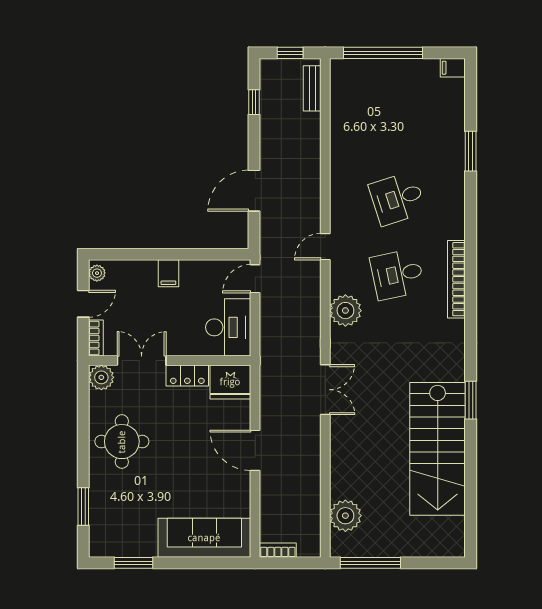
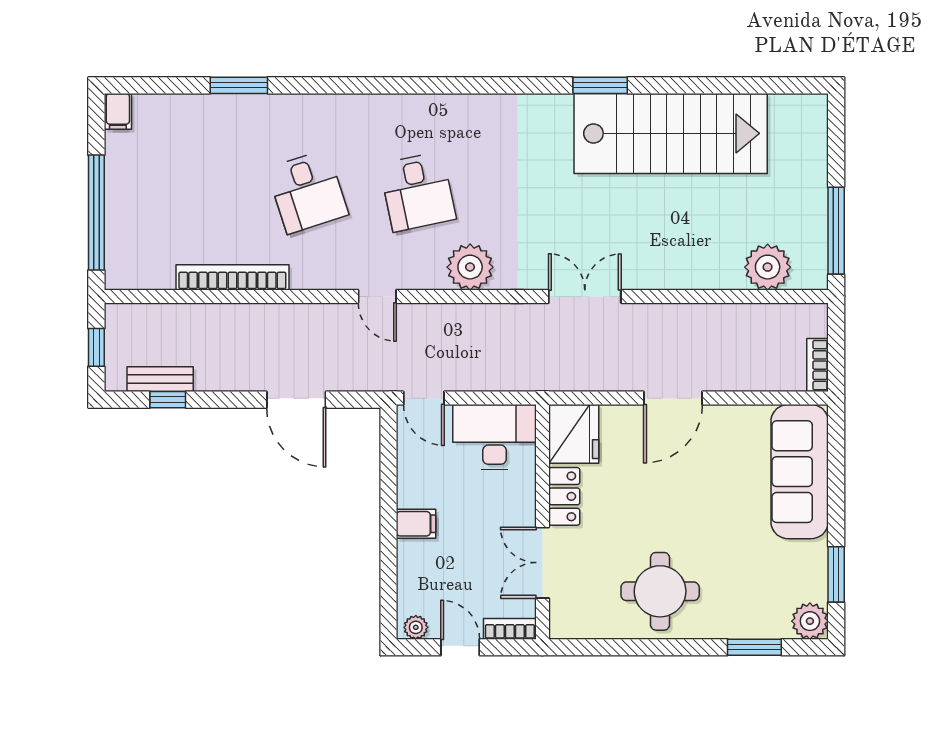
bench: (312, 88) -> (160, 379), moved
bookcase: (456, 279) -> (232, 277), moved, turned 180
plant: (101, 377) -> (810, 621), moved

